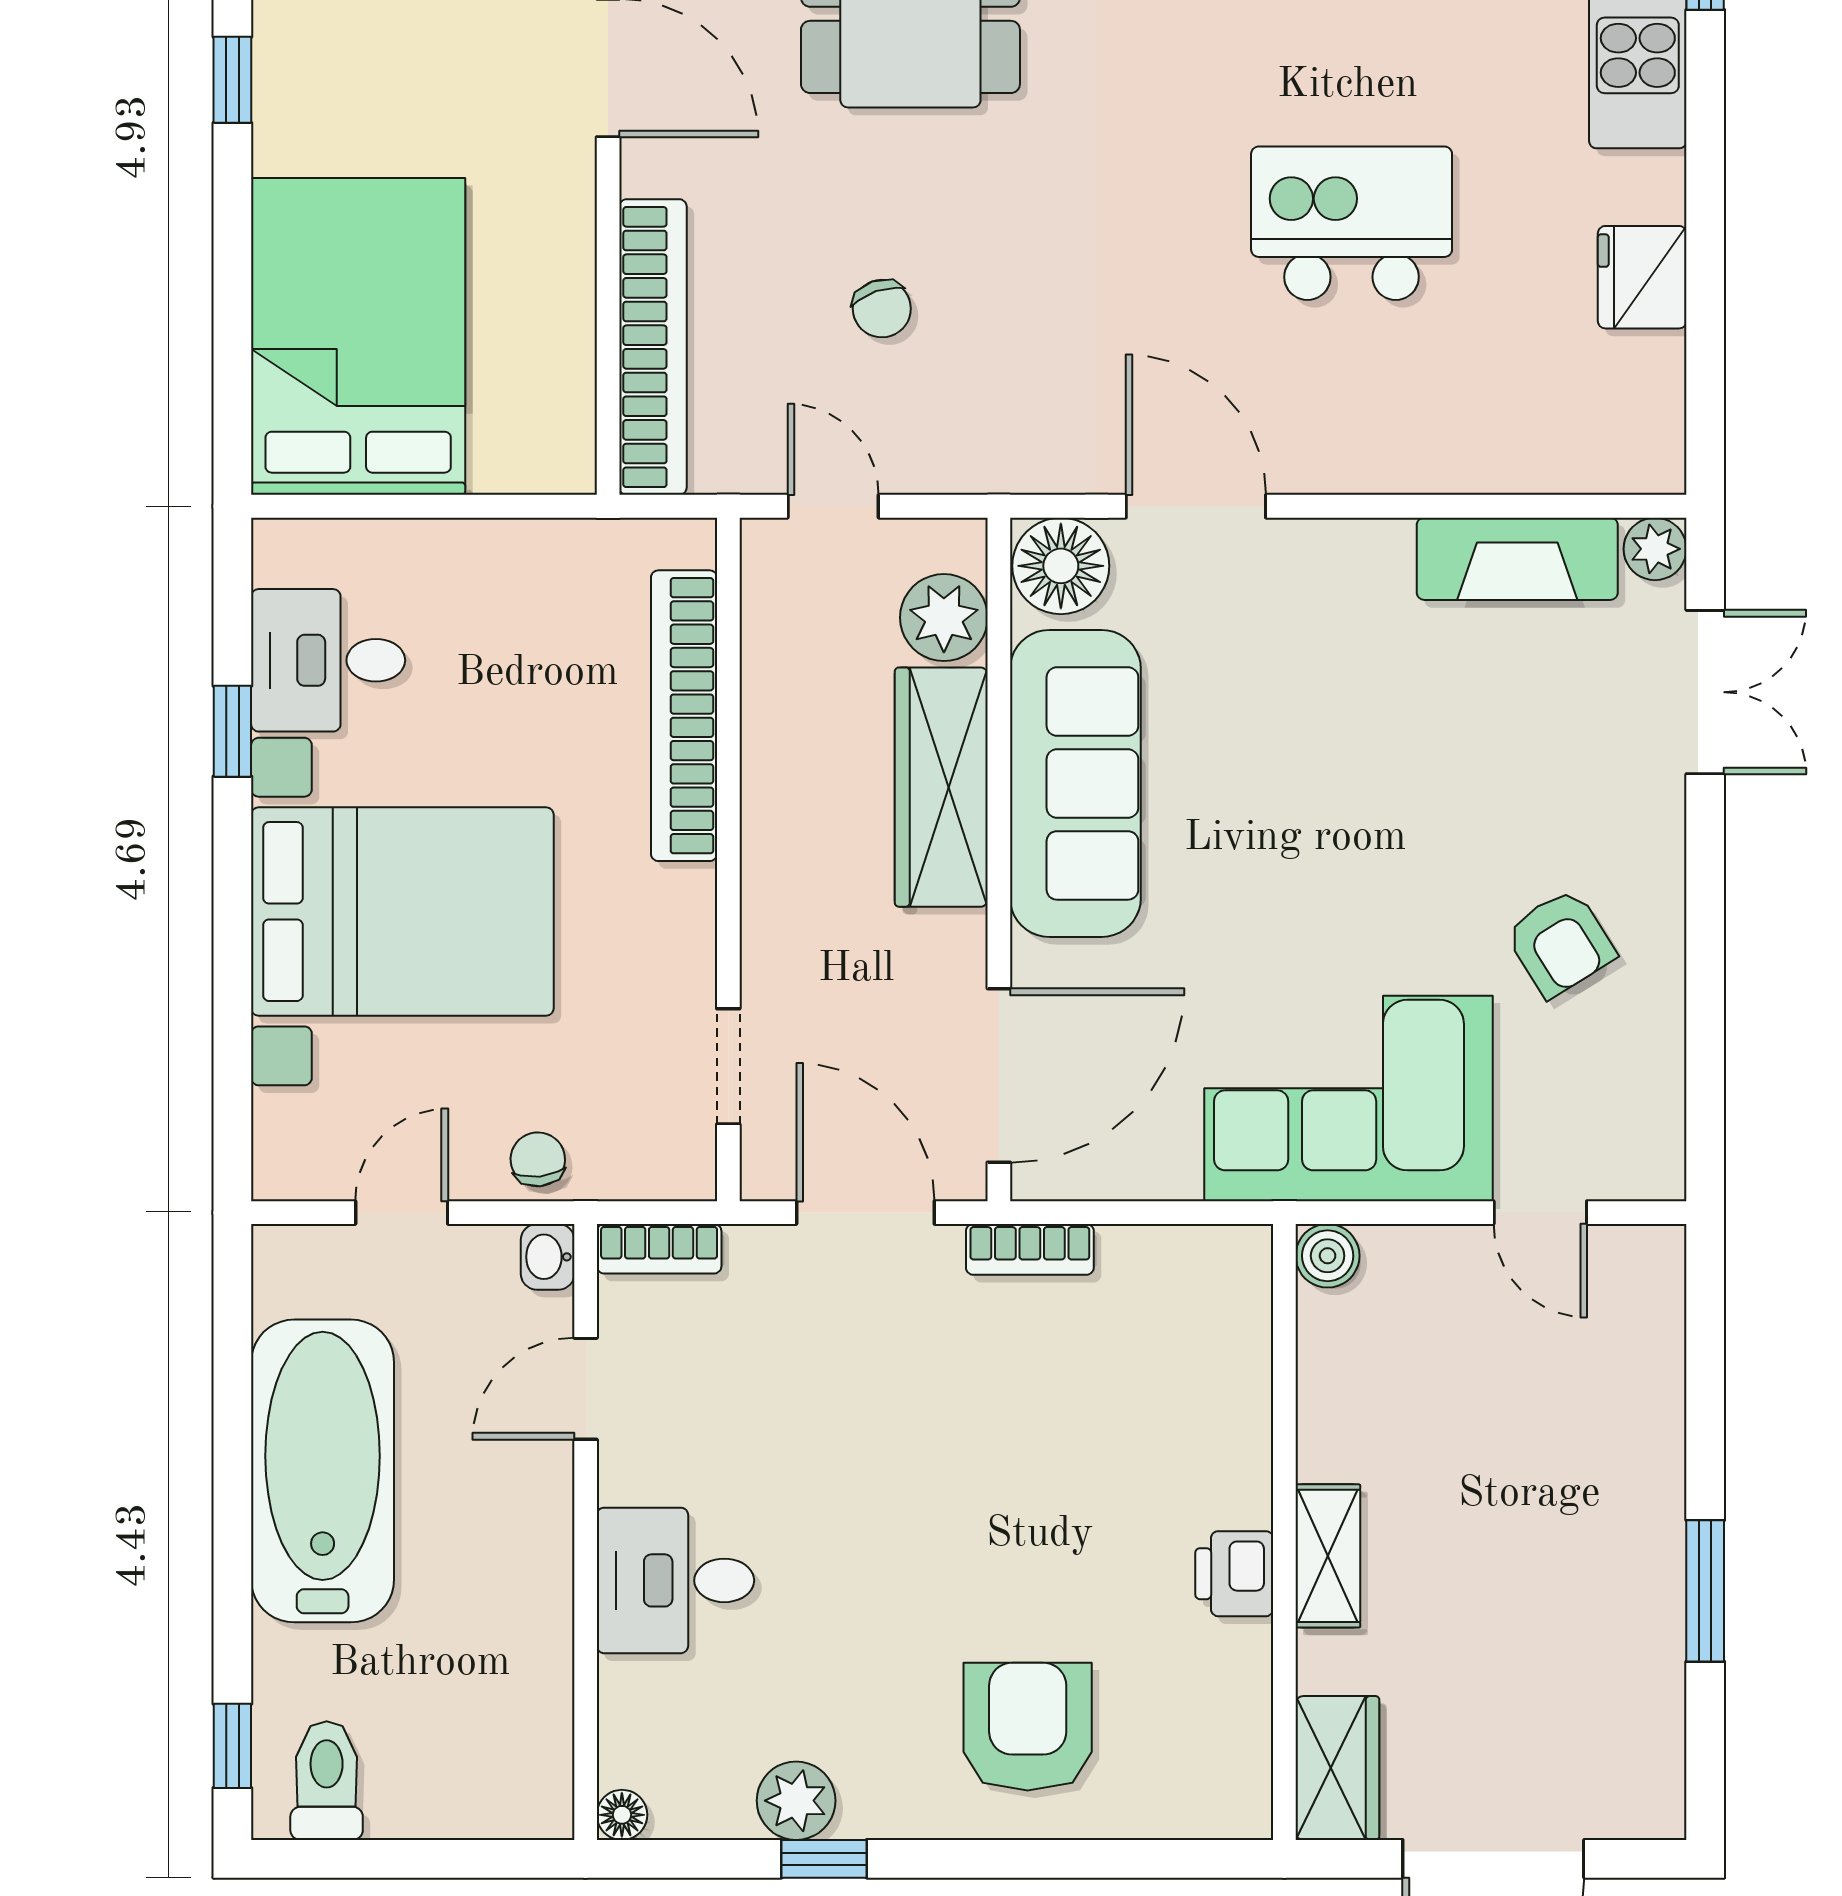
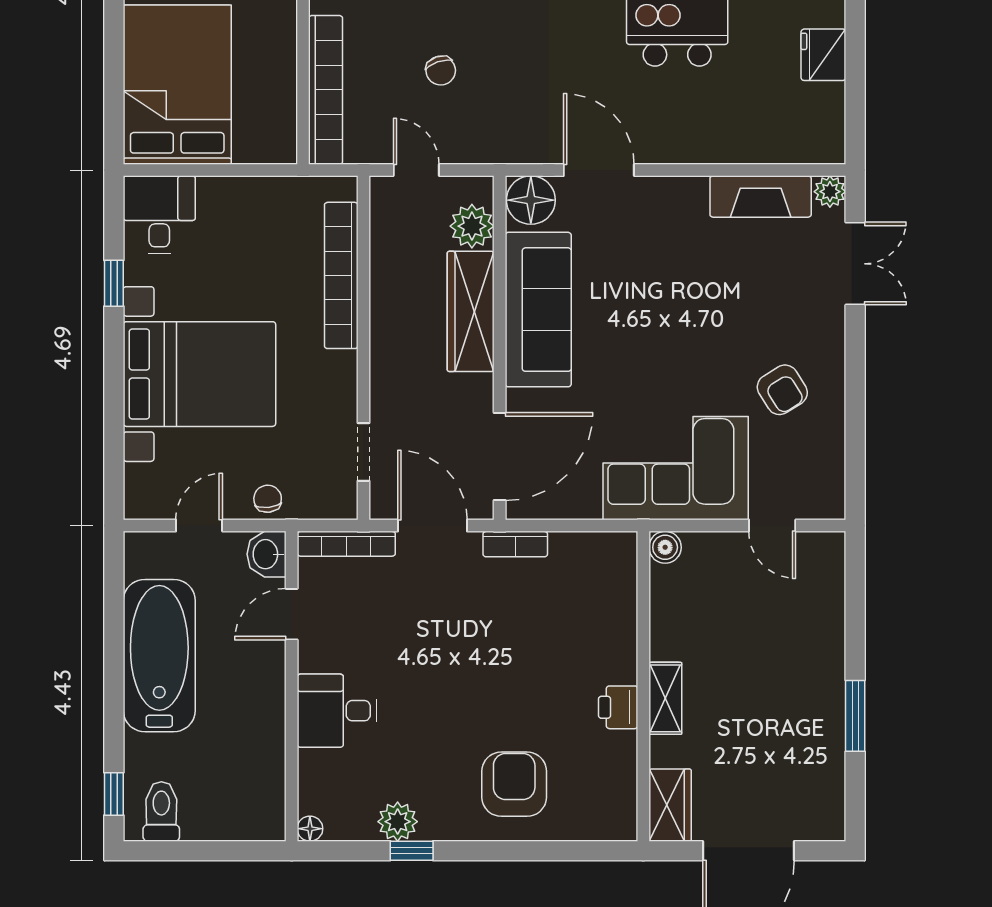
desk: (328, 660) -> (159, 214), moved, turned 90
bookcase: (659, 1249) -> (346, 544), width x1.56
washbasin: (548, 1257) -> (267, 554), width x1.38, depth x1.45

